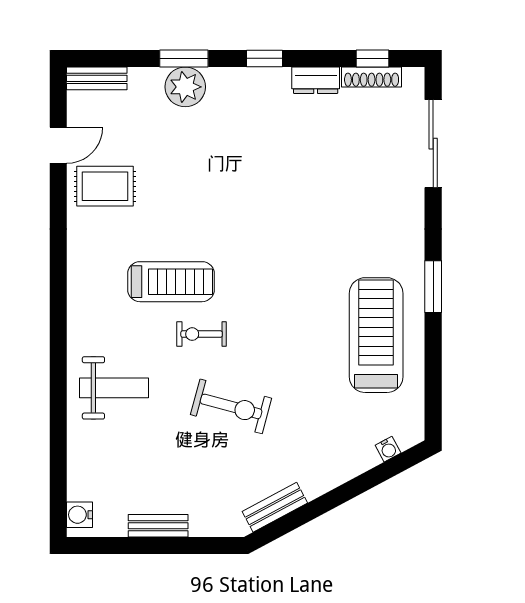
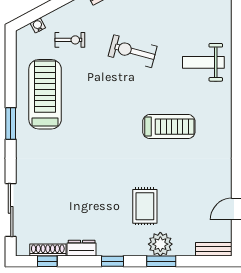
rug: (105, 186) -> (145, 206), moved, turned 90
treadmill: (171, 282) -> (169, 127), turned 180
exercise bike: (202, 334) -> (70, 40), moved
treadmill: (376, 335) -> (45, 94), turned 180

